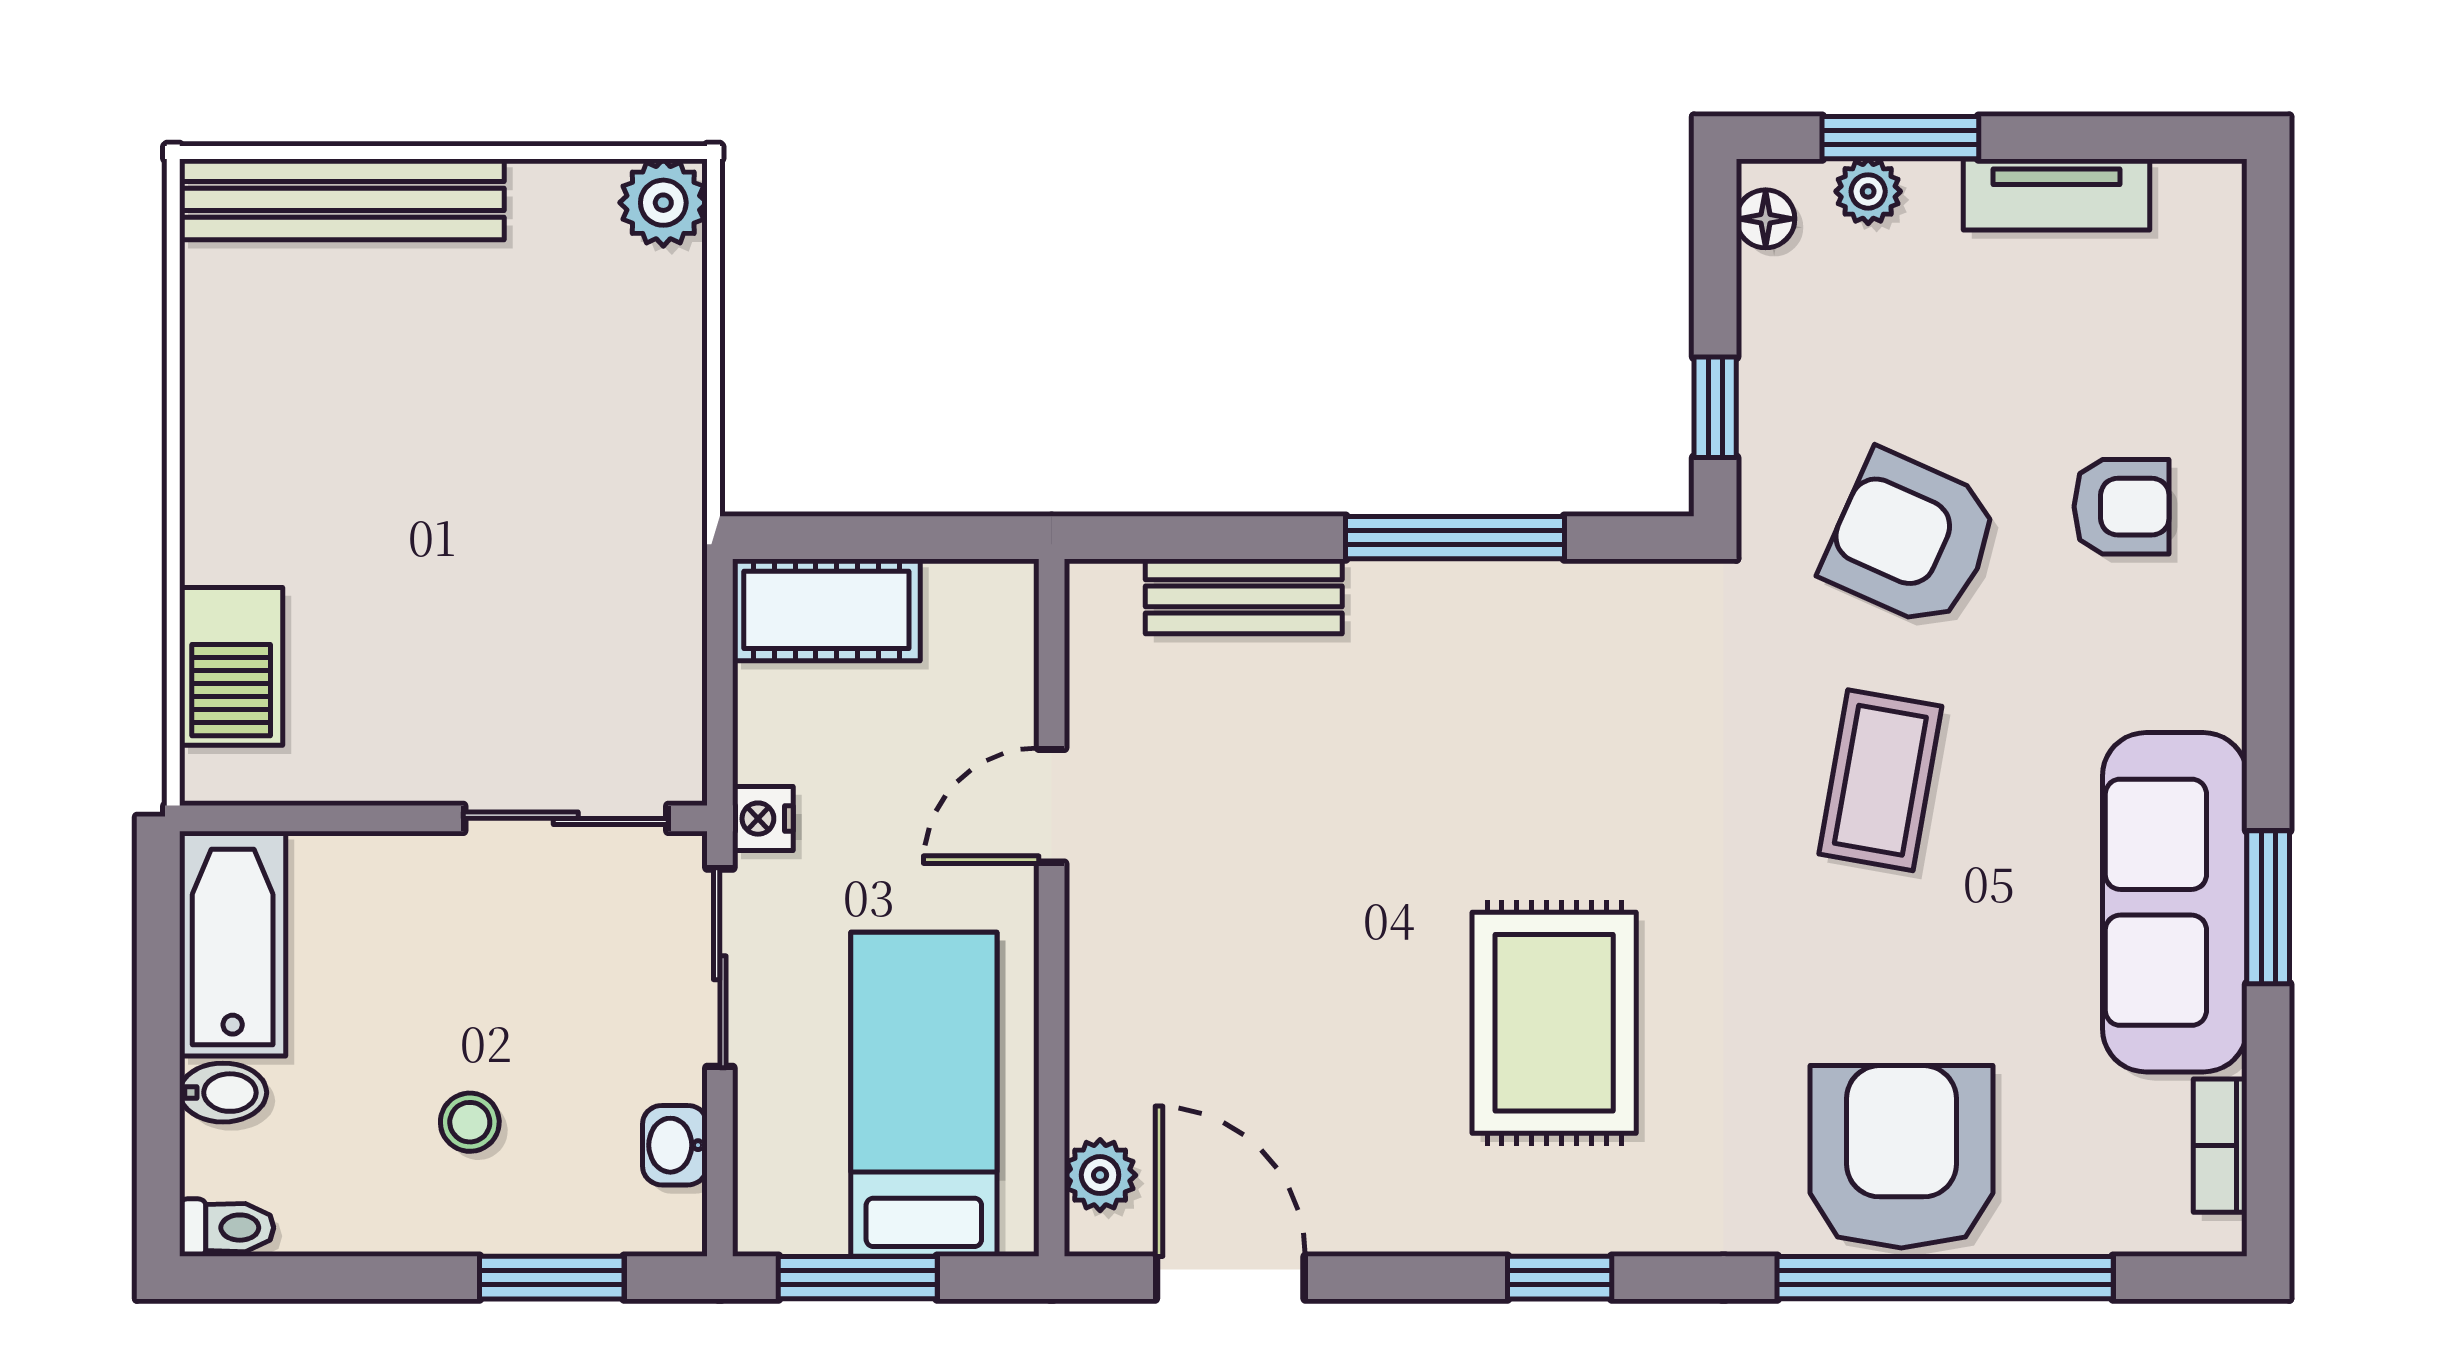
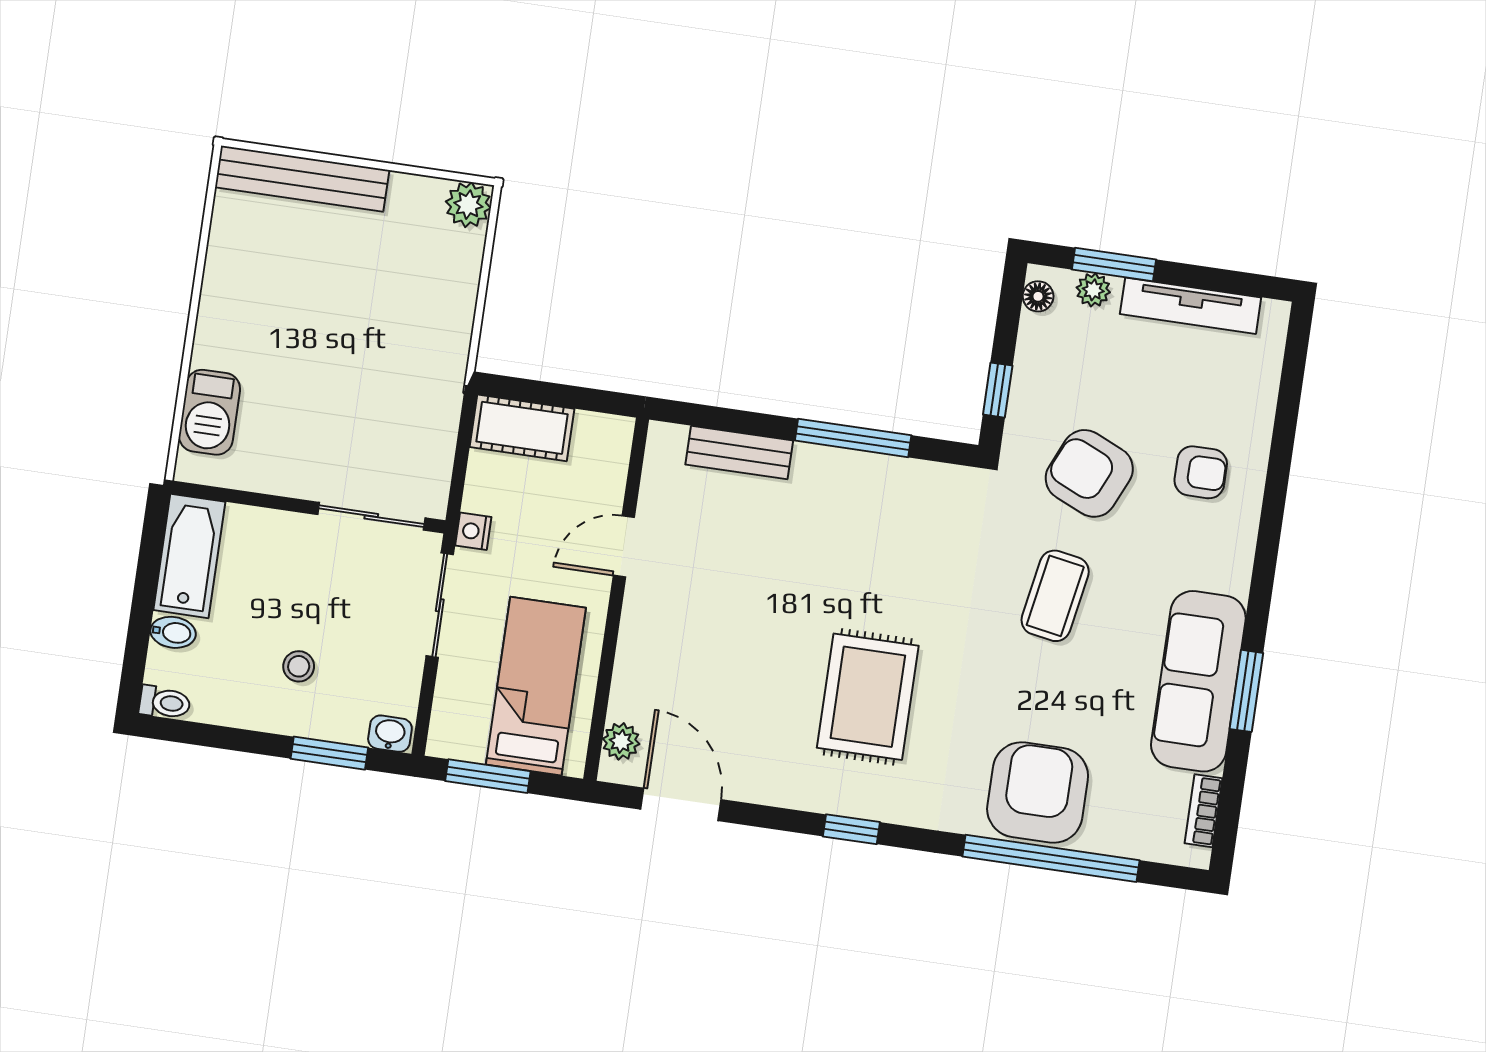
tv unit: (2057, 195) -> (1191, 306), width x1.41
washbasin: (675, 1145) -> (390, 734), moved, turned 90

